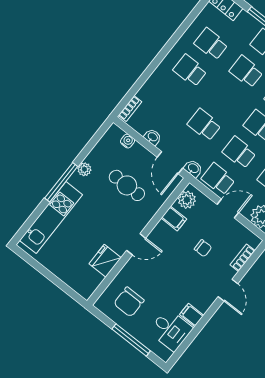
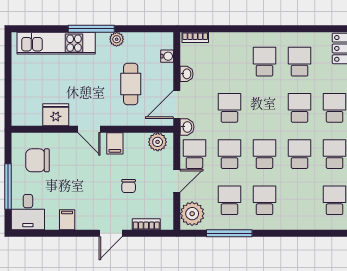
door: (228, 208) -> (177, 181), hinge flipped
filing cabinet: (174, 219) -> (115, 143), moved
desk: (171, 330) -> (28, 212), moved

